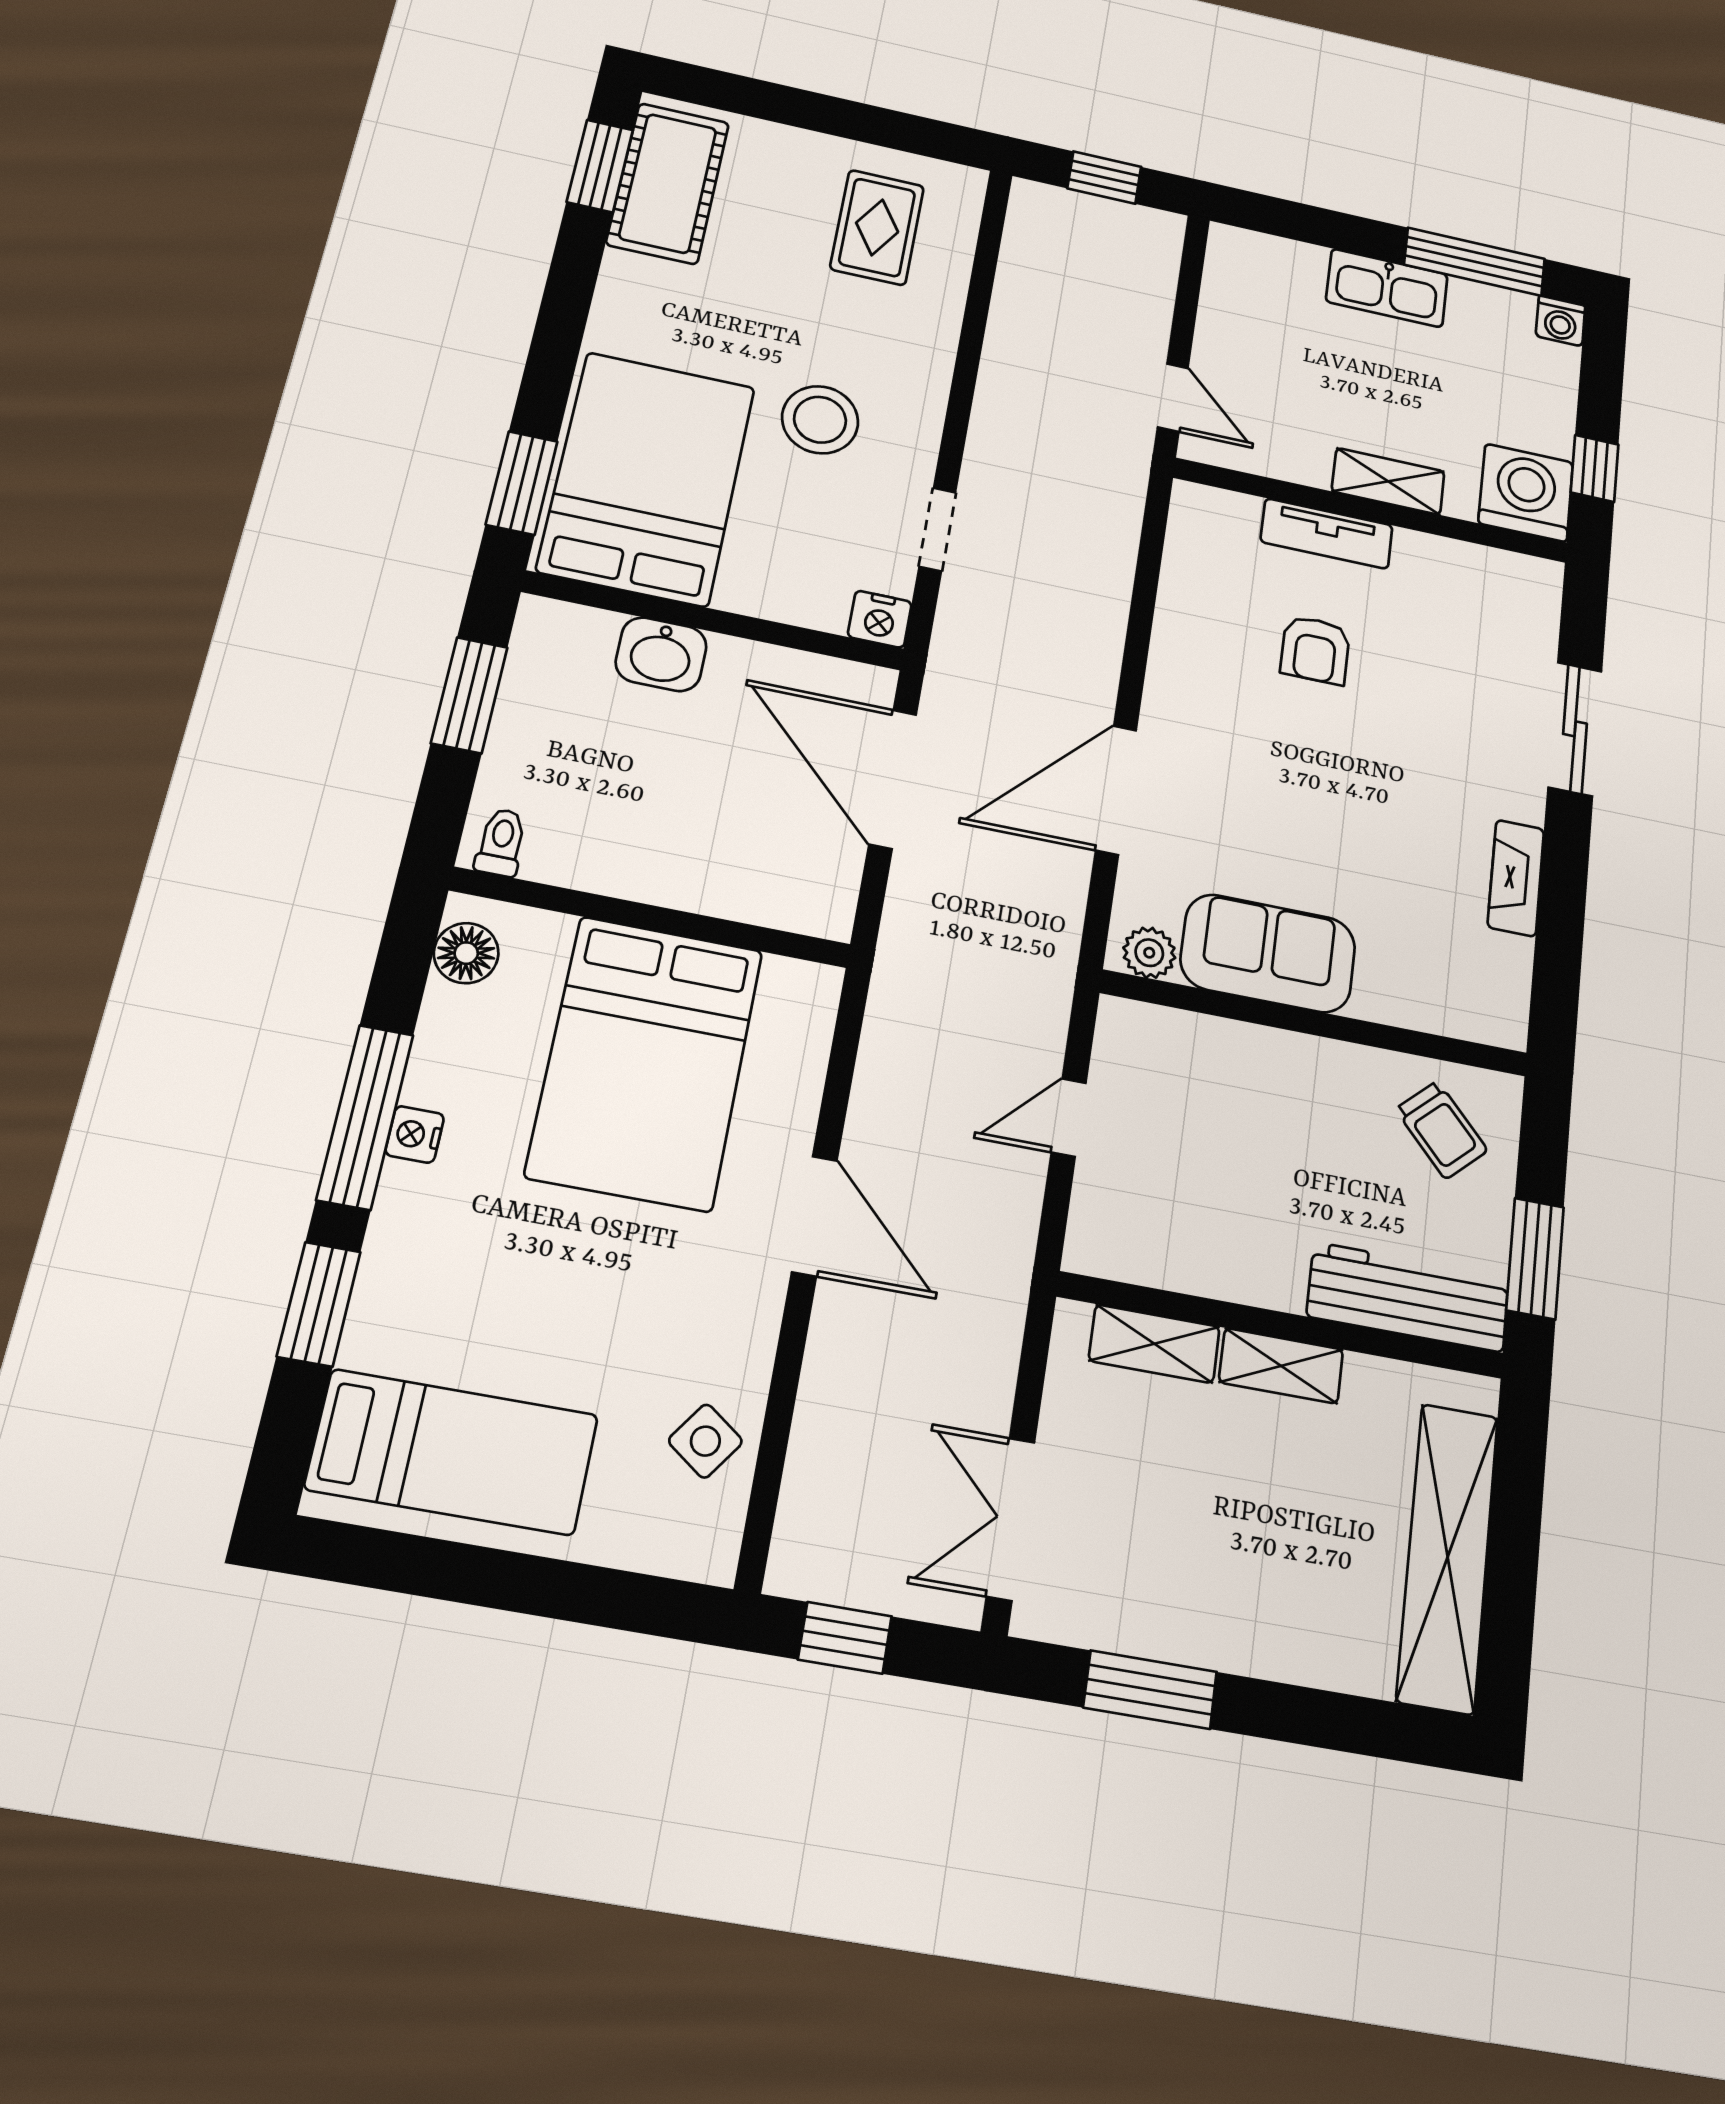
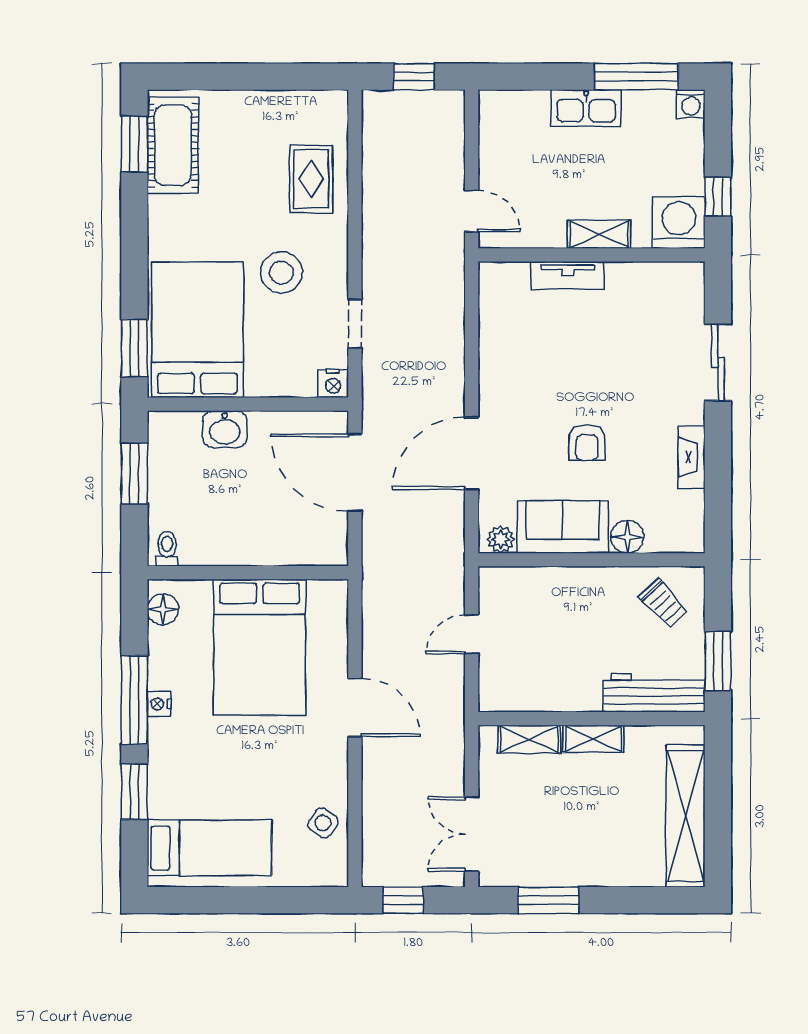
rug: (877, 227) -> (311, 179), moved
armchair: (1315, 650) -> (587, 443), moved
floor lamp: (1386, 995) -> (627, 537), added

